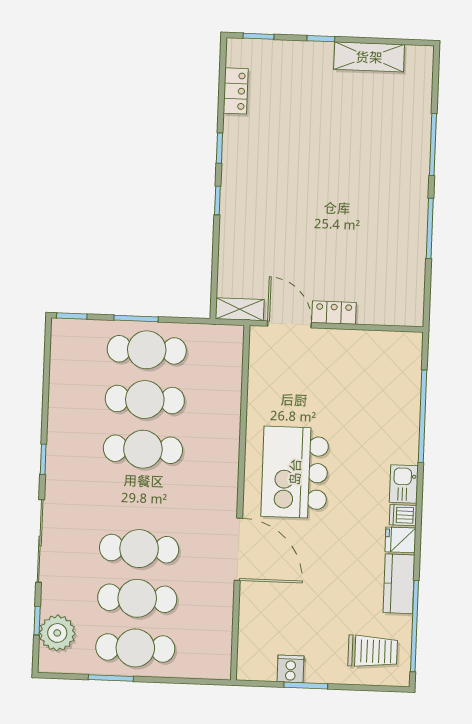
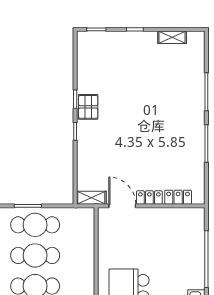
shelving: (369, 57) -> (172, 37), width x0.67, depth x0.75
locker: (236, 91) -> (178, 197), moved, turned -90
pallet: (240, 162) -> (88, 107), added

